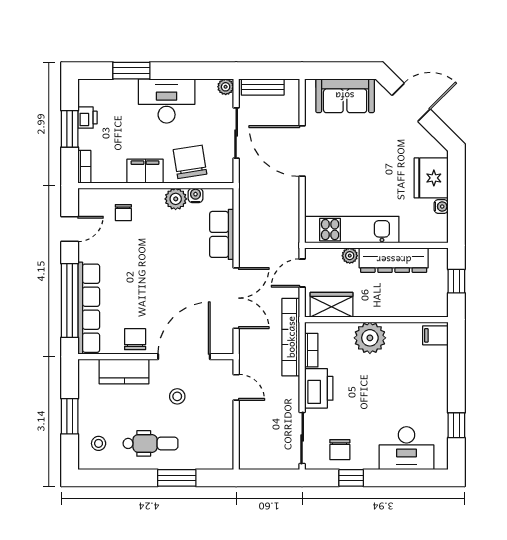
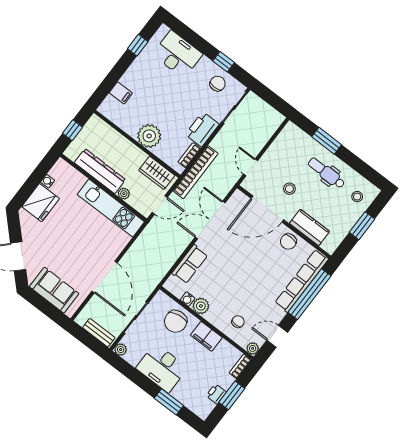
plant: (86, 196) -> (253, 348), added
filing cabinet: (435, 335) -> (121, 93), moved

